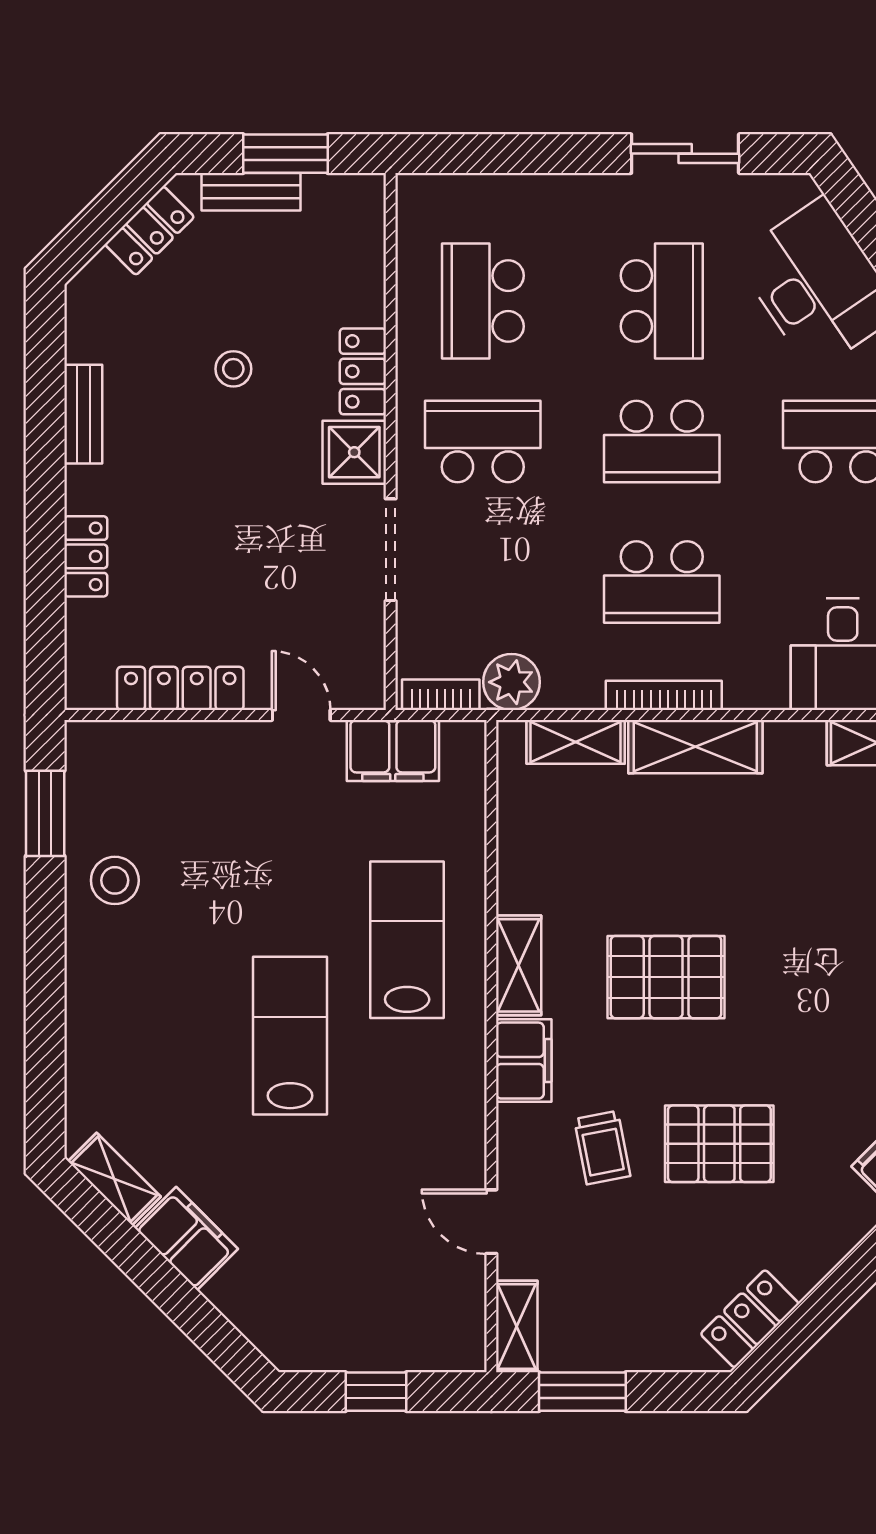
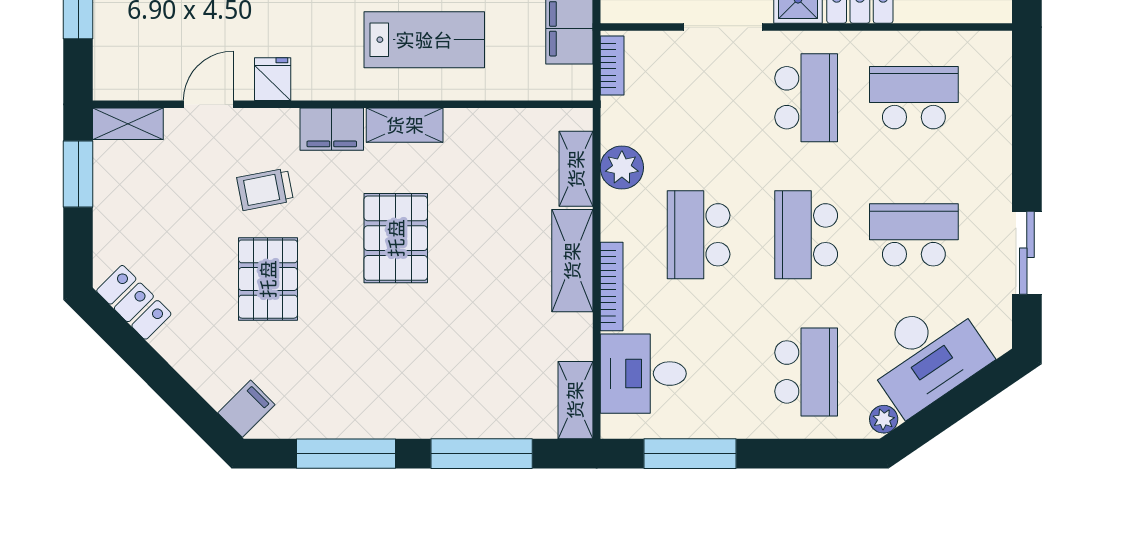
school desk: (662, 301) -> (914, 235), turned 180
plant: (512, 682) -> (622, 168), moved
bookcase: (664, 695) -> (612, 286), moved
fridge: (459, 1138) -> (273, 79), added

